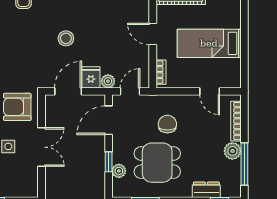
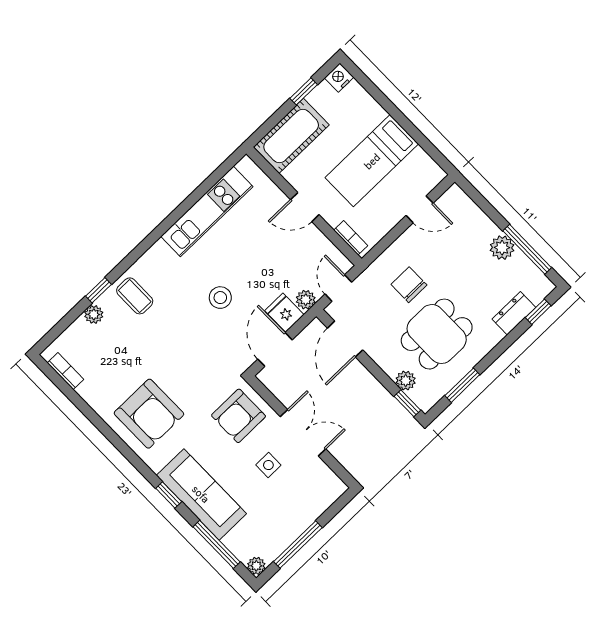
bookcase: (236, 121) -> (476, 214), removed
window: (109, 162) -> (407, 403), moved

